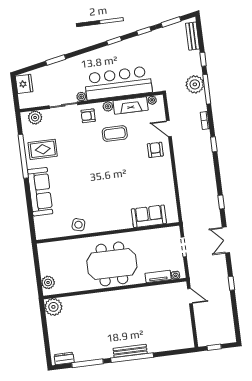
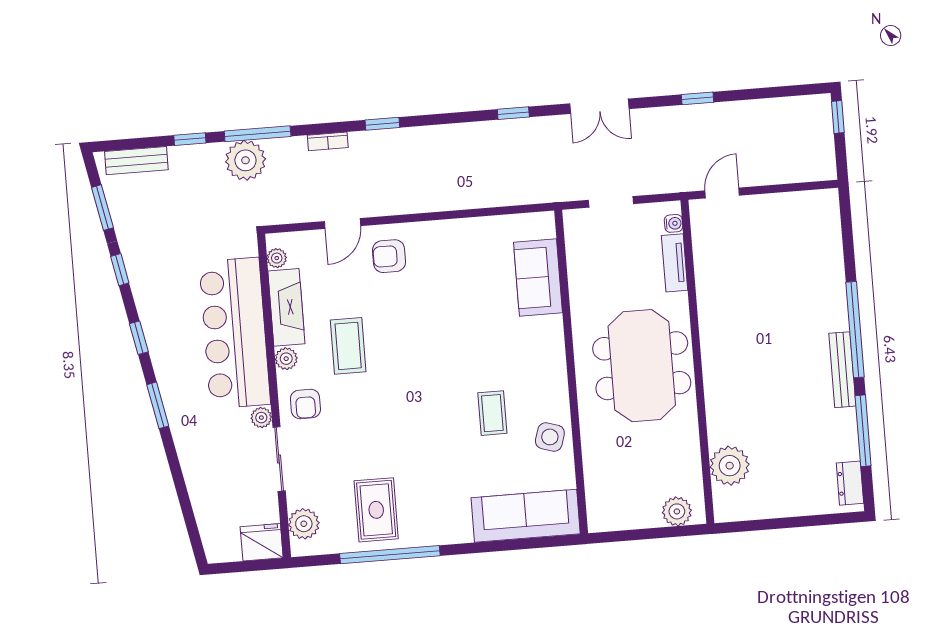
window: (56, 60) -> (158, 405), moved
fridge: (24, 84) -> (262, 542), moved
sofa: (40, 192) -> (526, 516), moved
coffee table: (88, 199) -> (492, 413), added
plant: (53, 307) -> (730, 466), moved
window: (214, 347) -> (838, 117), moved
bench: (130, 351) -> (842, 370), moved

